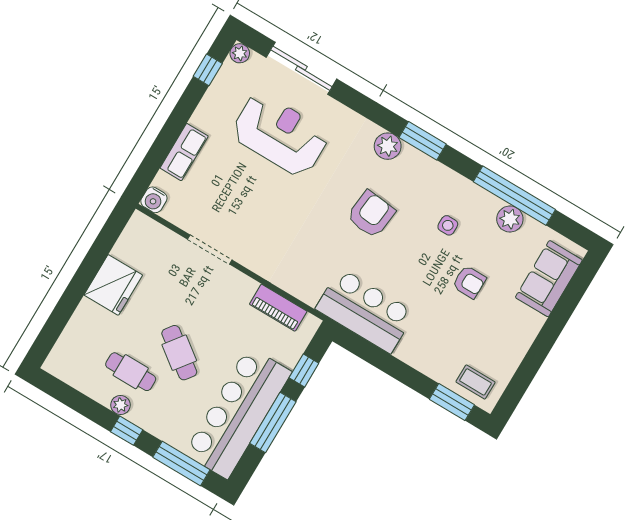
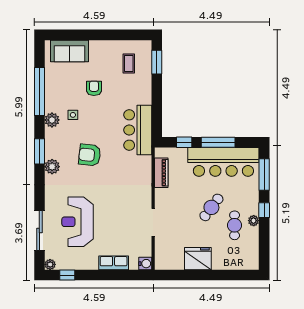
plant: (510, 219) -> (52, 120), moved
coffee table: (475, 382) -> (129, 64), moved

